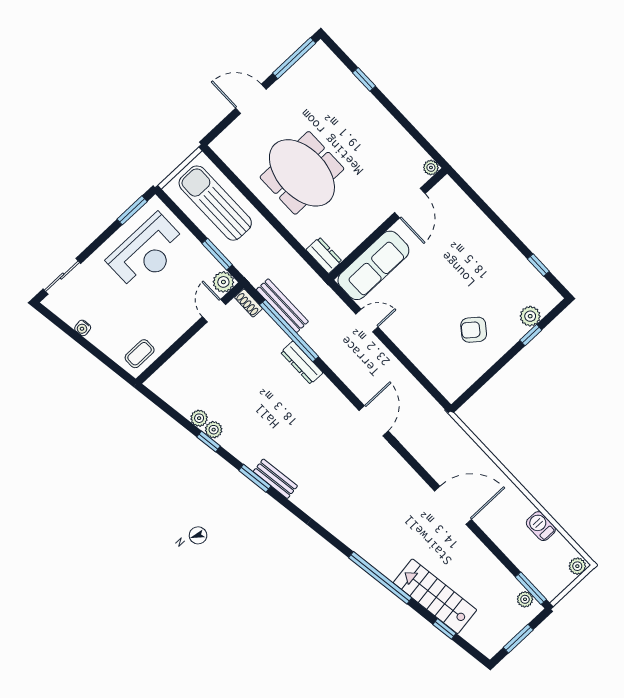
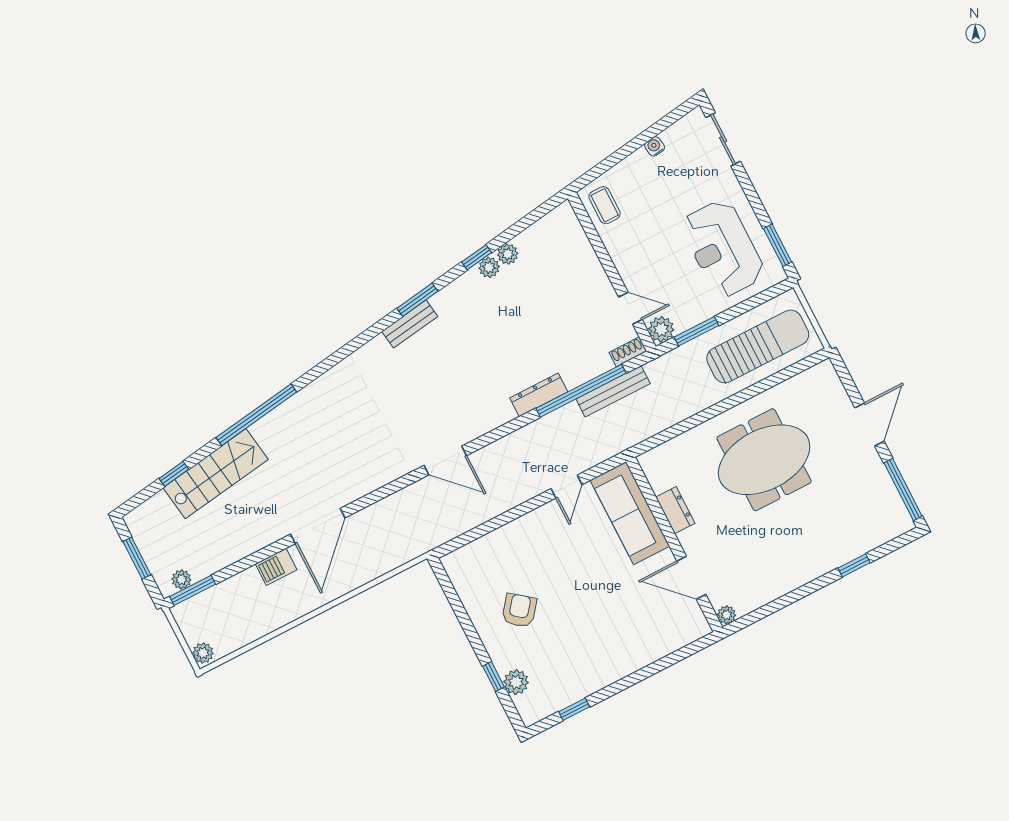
dresser: (324, 255) -> (675, 510), moved, turned -90
barbecue: (541, 526) -> (276, 567), moved, turned 180

